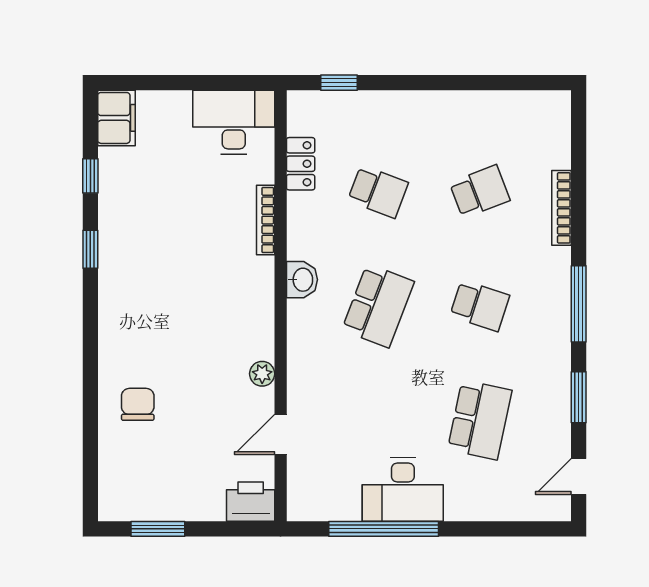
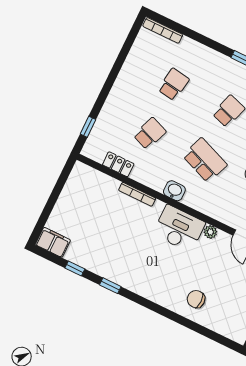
desk: (234, 122) -> (179, 228), moved, turned 90
school desk: (480, 192) -> (174, 84), turned 30
bookcase: (562, 208) -> (163, 30), moved

